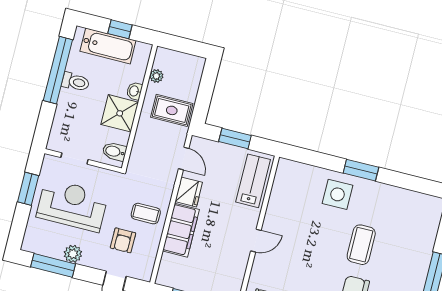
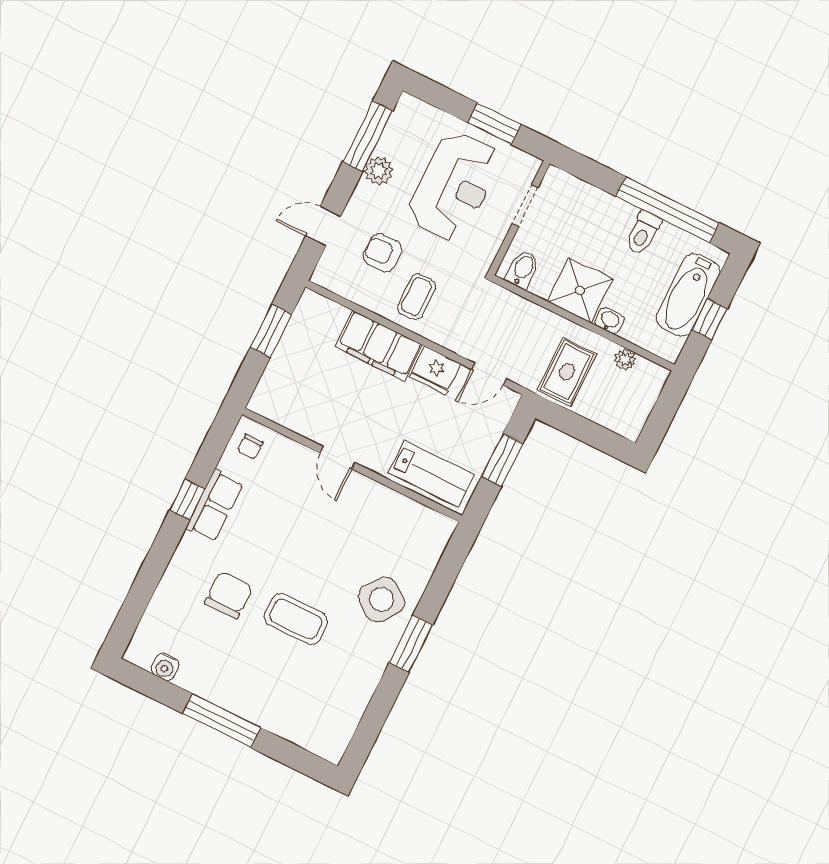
side table: (338, 194) -> (381, 599), turned 37

